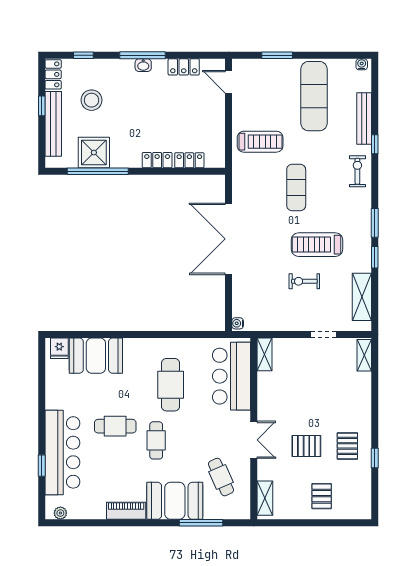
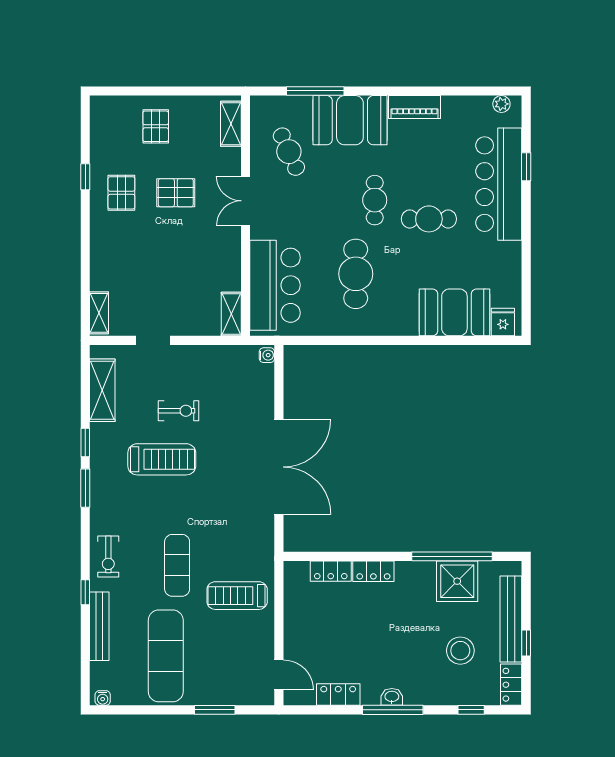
exercise mat: (296, 188) -> (177, 565), moved

